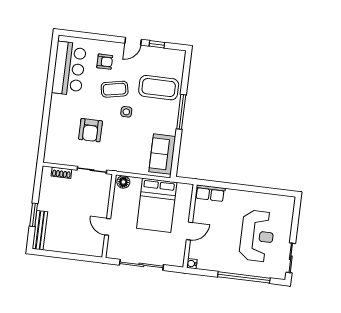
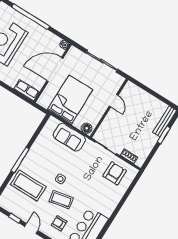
door: (133, 41) -> (31, 228), hinge flipped
armchair: (90, 130) -> (115, 173), moved
sofa: (162, 154) -> (69, 137), moved, turned 90
door: (189, 231) -> (55, 70), width x1.88

